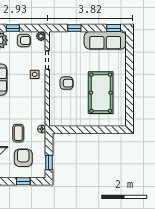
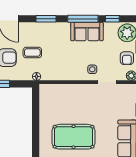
armchair: (66, 83) -> (83, 102), removed

